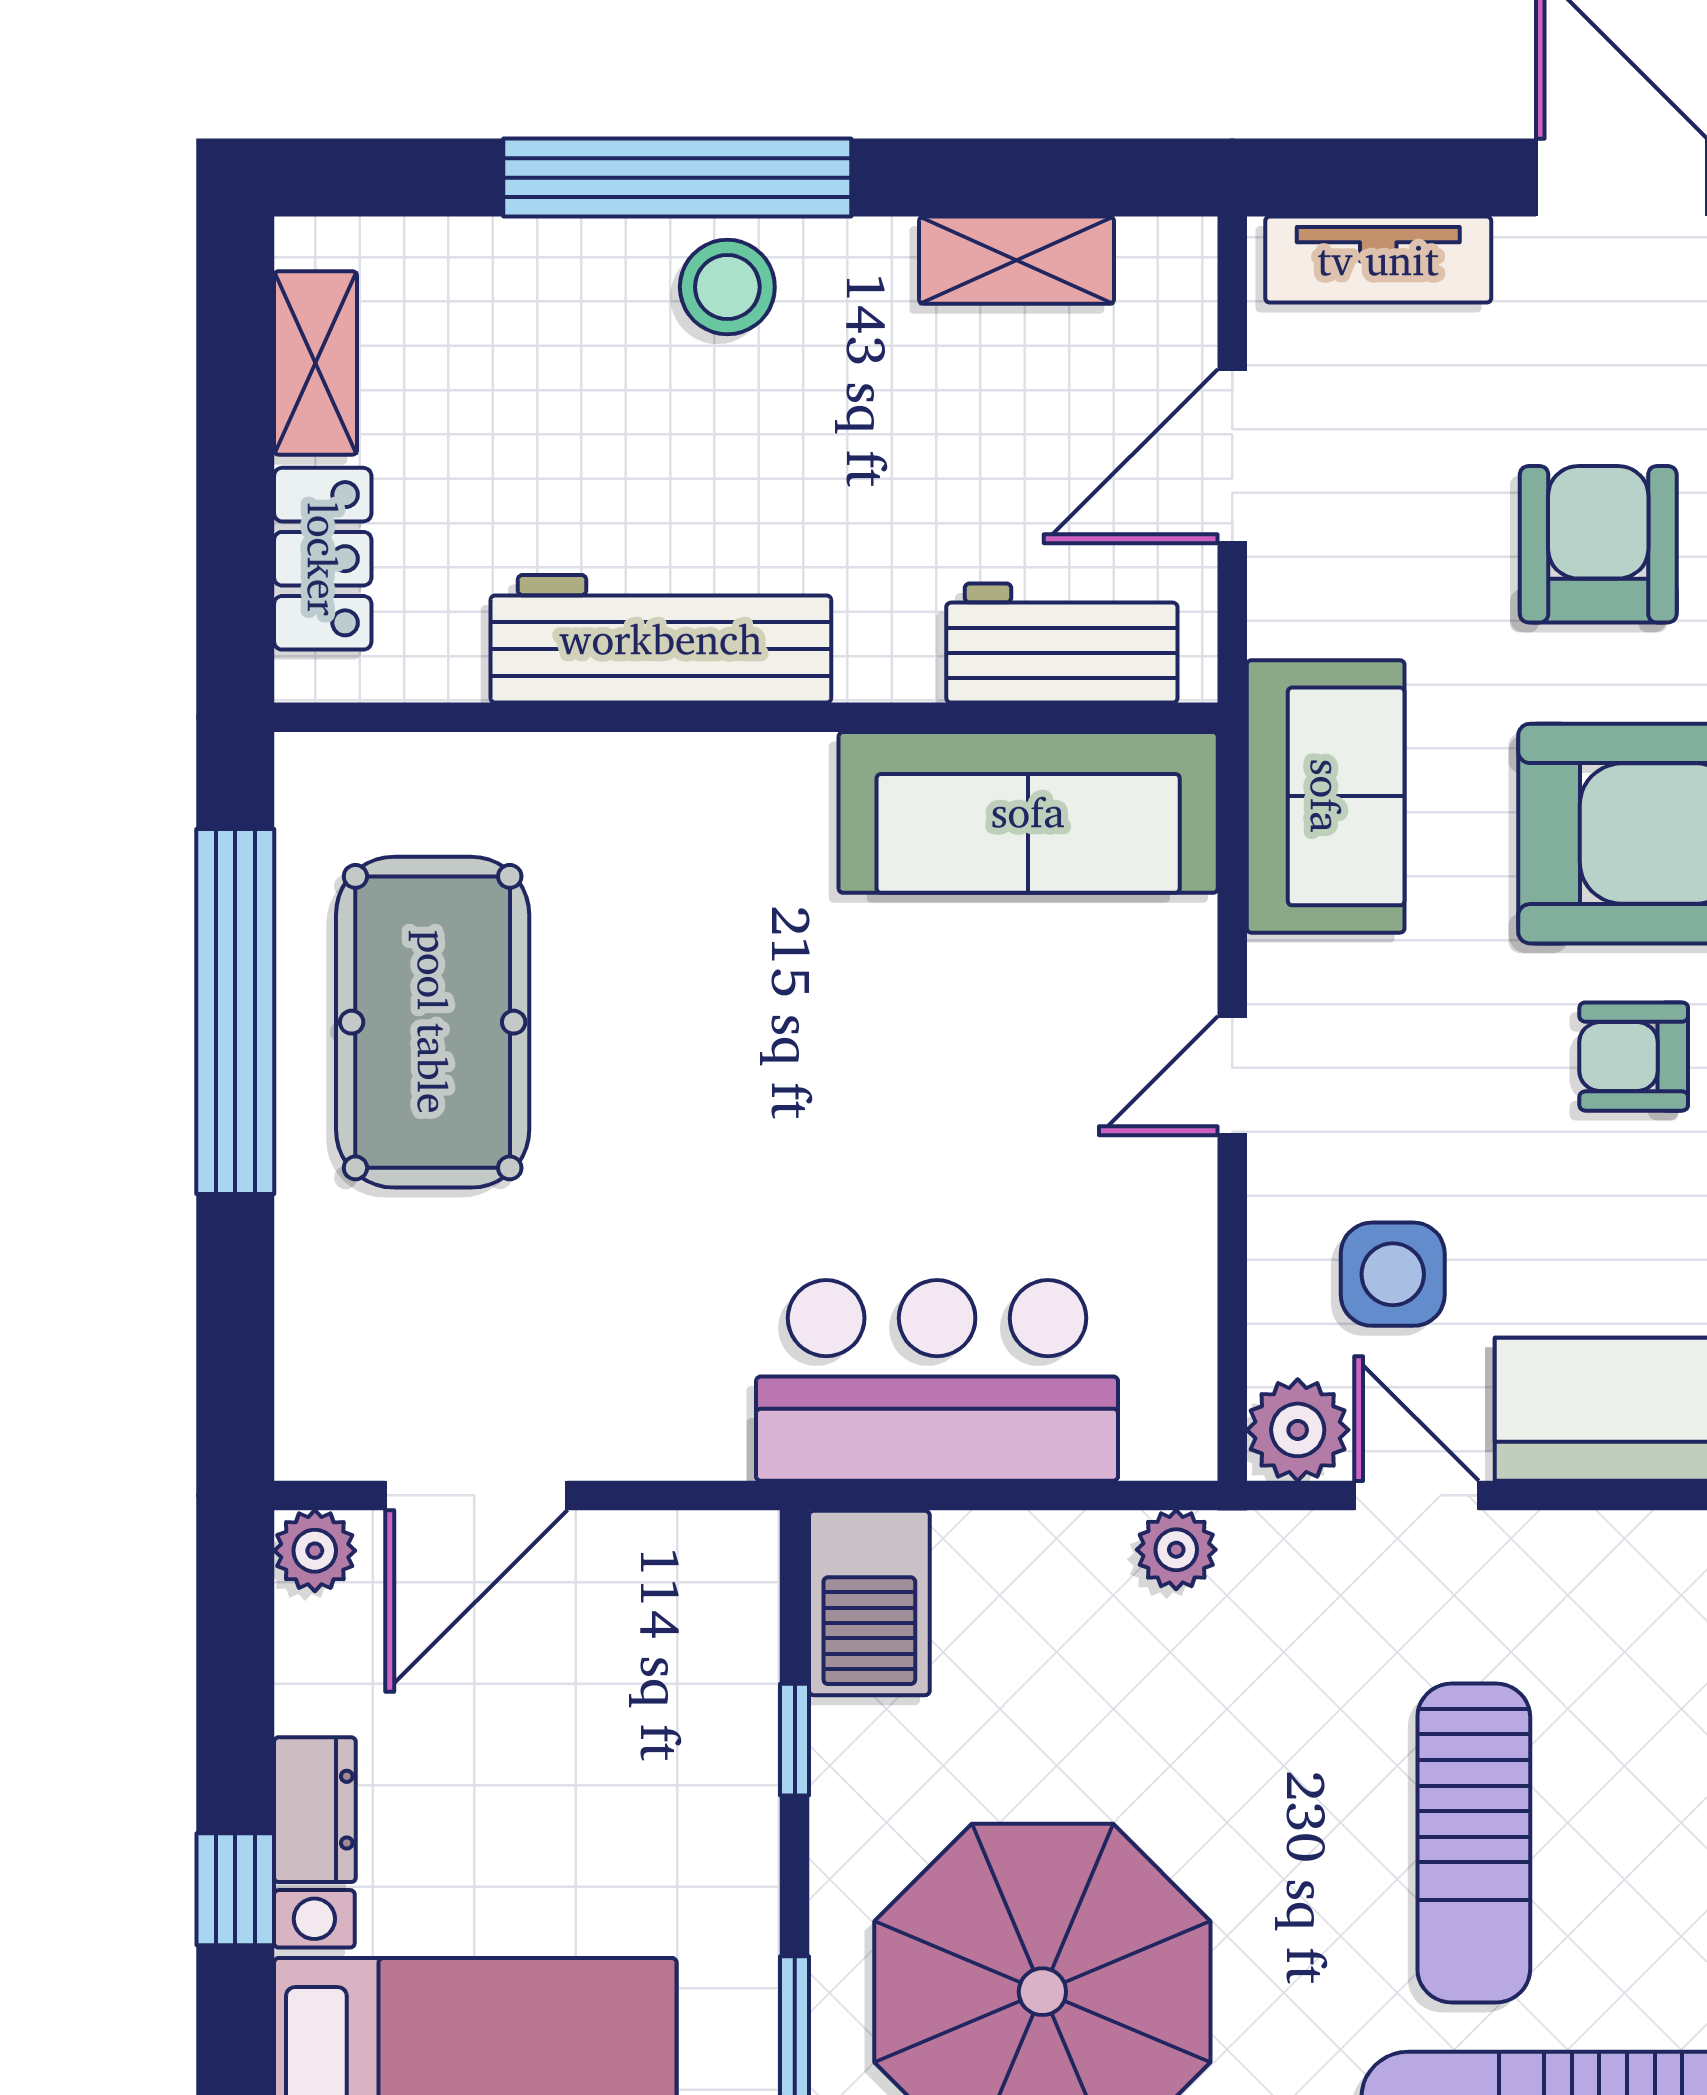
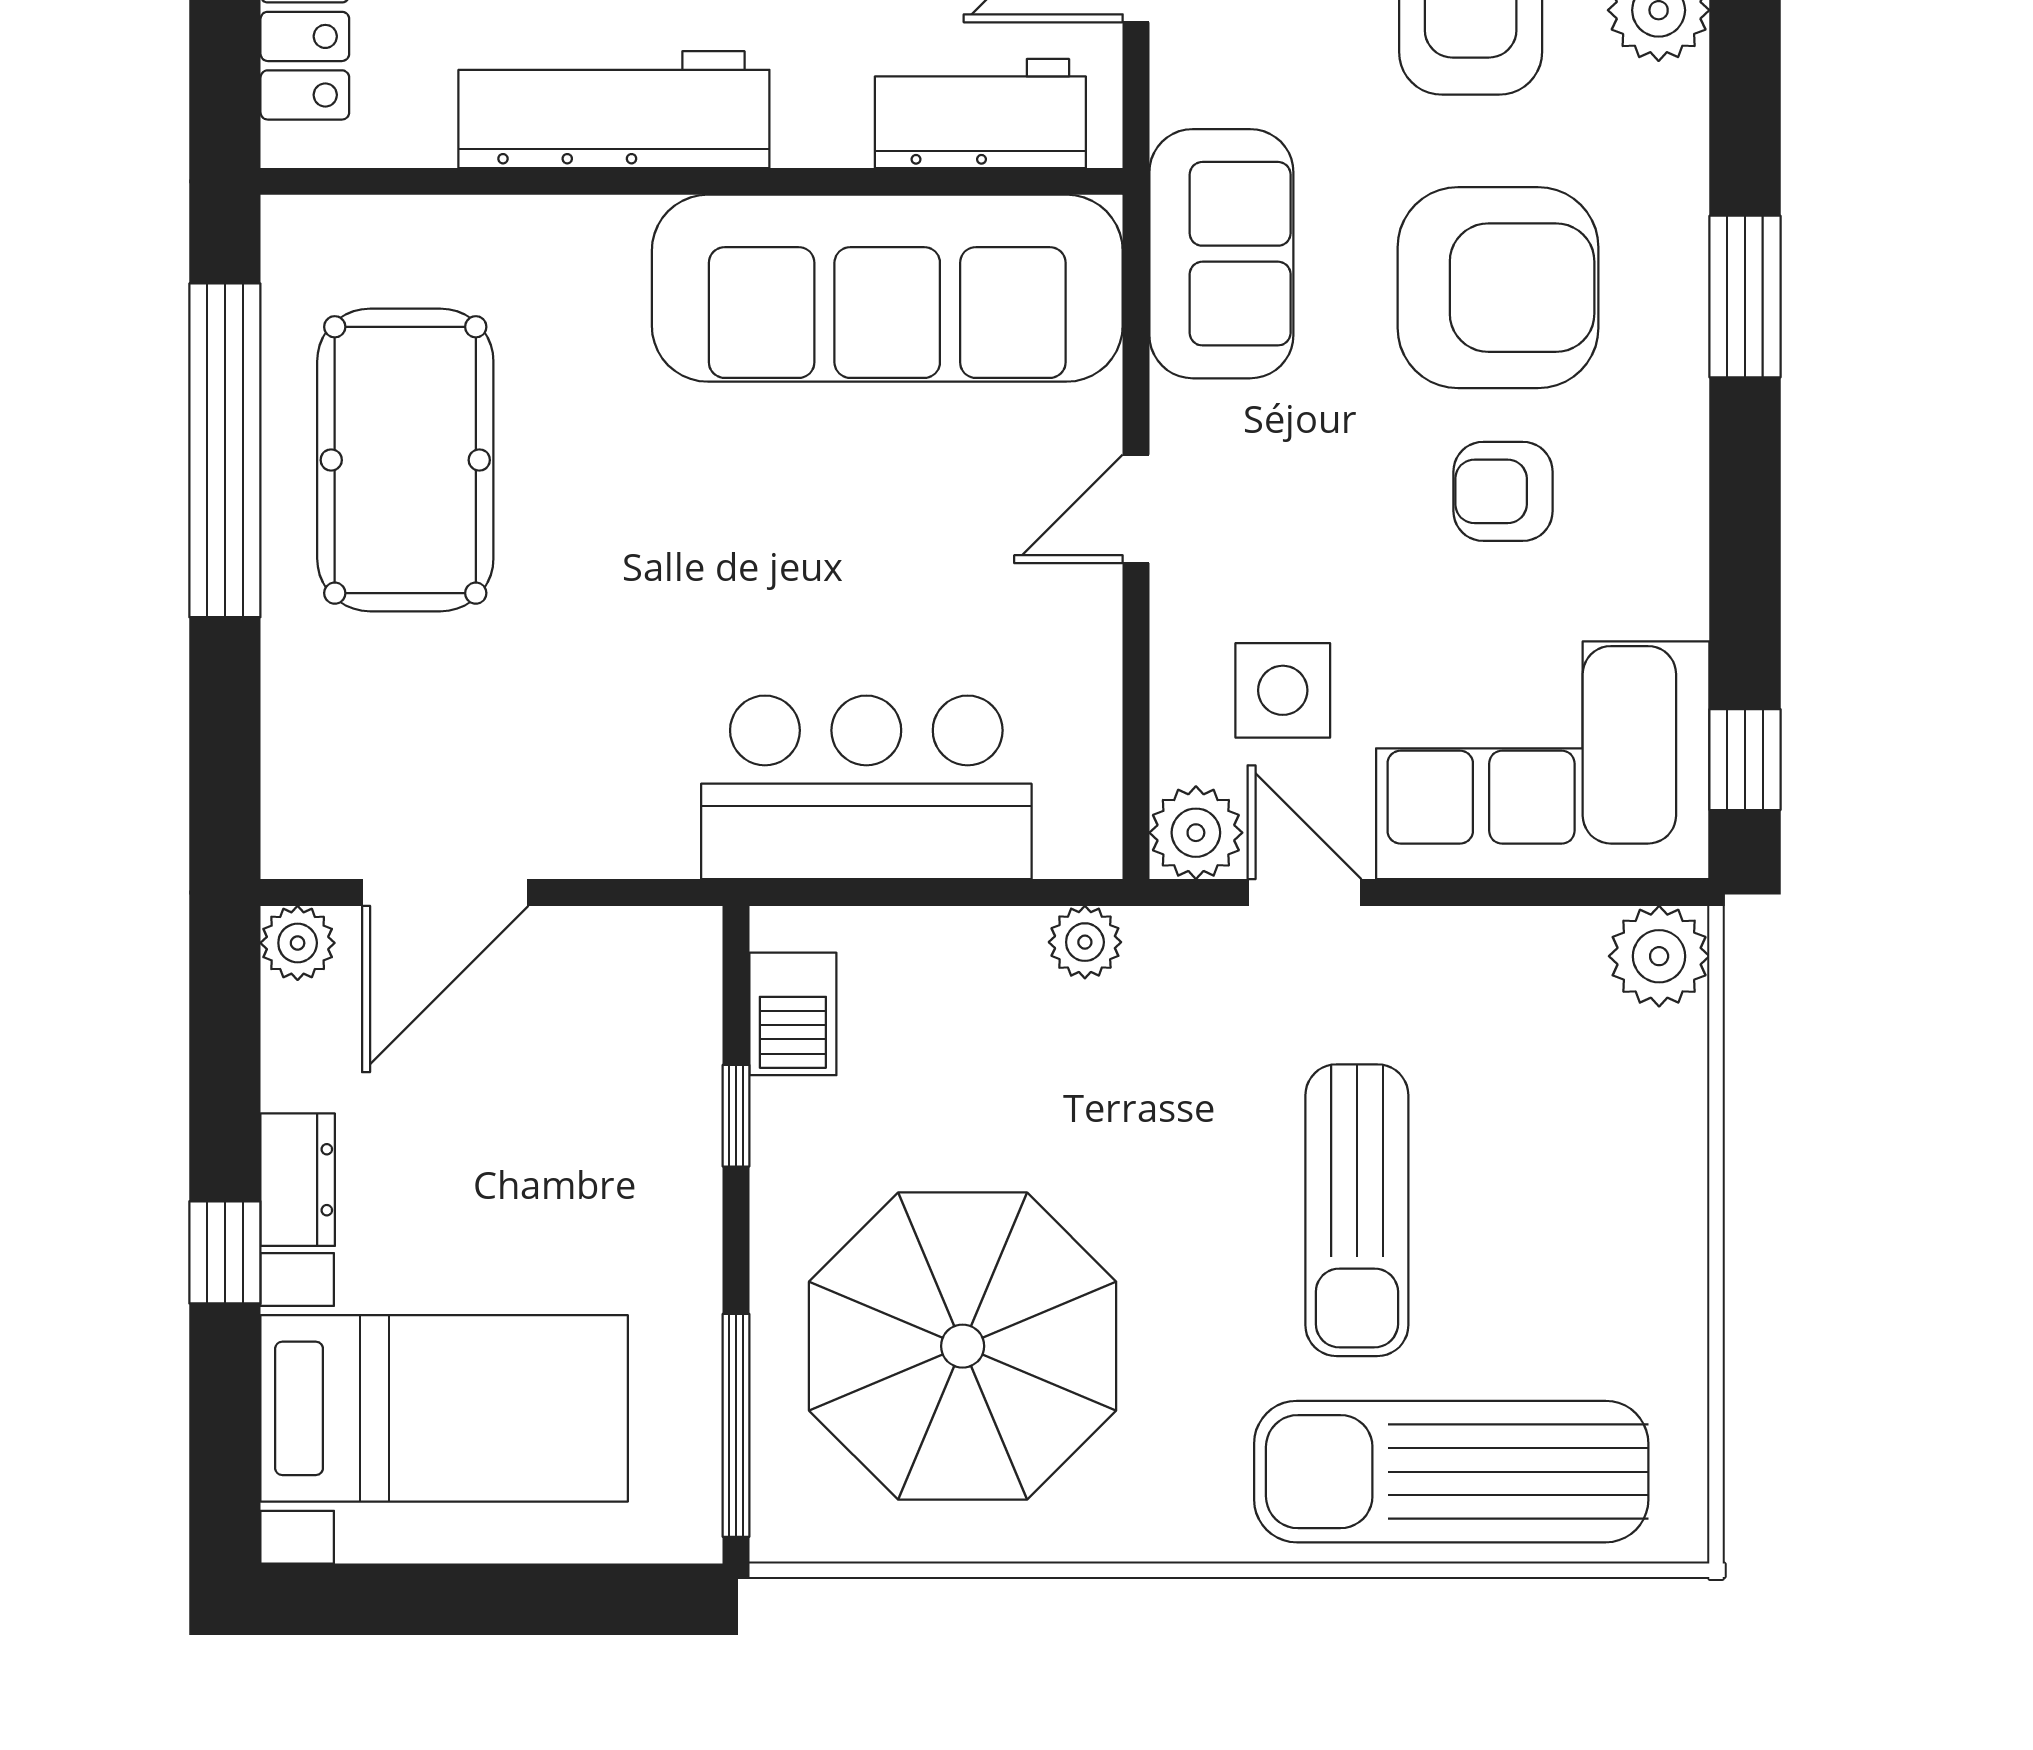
sofa: (1028, 812) -> (887, 288), width x1.36, depth x1.27
barbecue: (869, 1603) -> (793, 1014), width x0.73, depth x0.79

